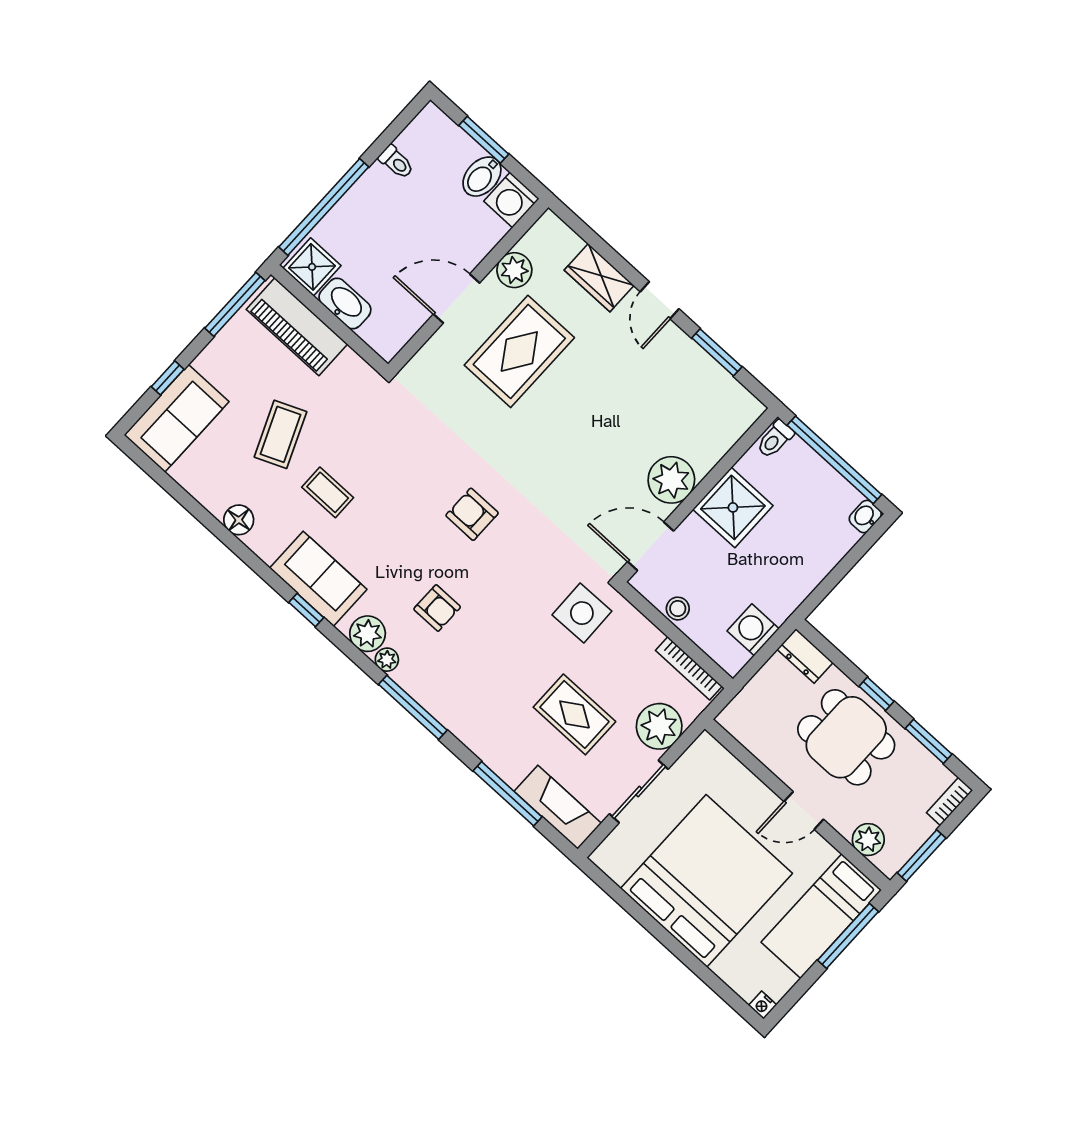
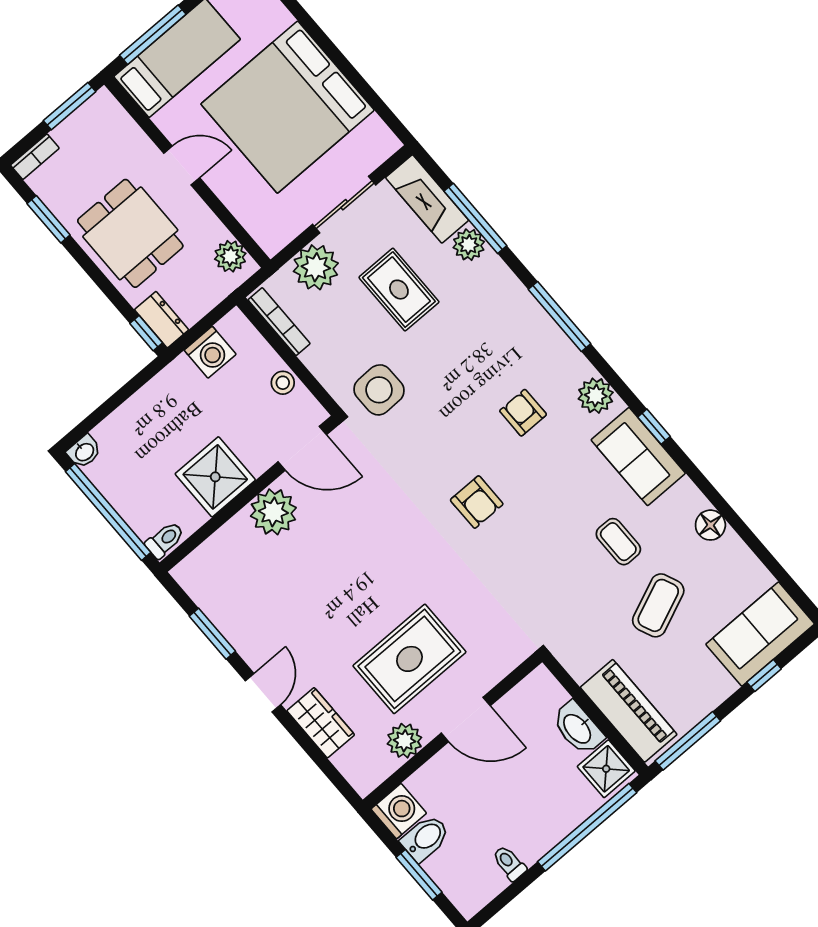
plant: (387, 660) -> (469, 245), moved, width x1.38, depth x1.38
window: (876, 694) -> (146, 333), moved
plant: (868, 840) -> (230, 256), moved

